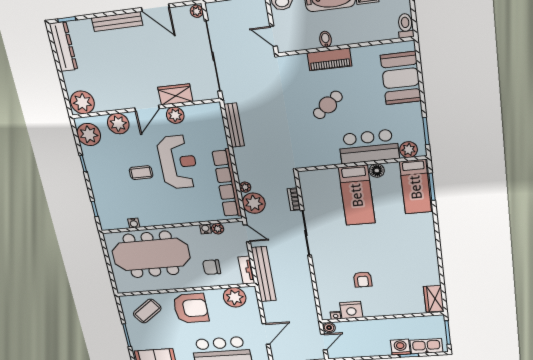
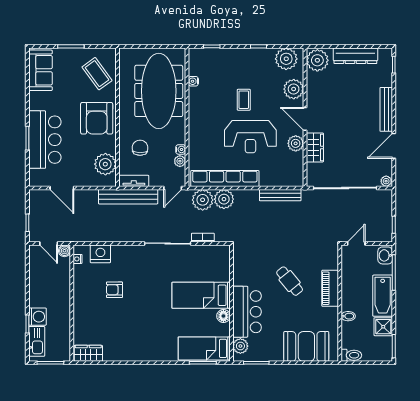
bidet: (326, 39) -> (348, 316), moved
dresser: (64, 47) -> (355, 56), moved
plant: (245, 187) -> (224, 199), width x1.88, depth x1.88
nightstand: (351, 310) -> (100, 254), moved, turned 90

